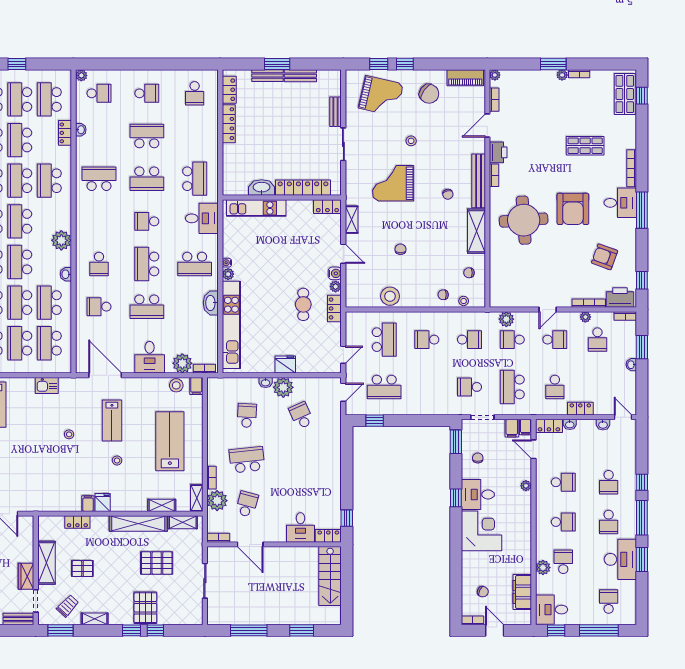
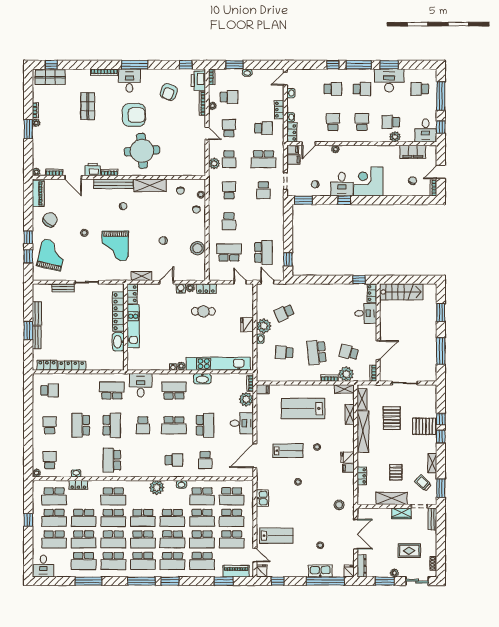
kitchen unit: (256, 208) -> (133, 326), moved
school desk: (195, 264) -> (174, 390), turned -90
stool: (176, 385) -> (339, 505), moved

